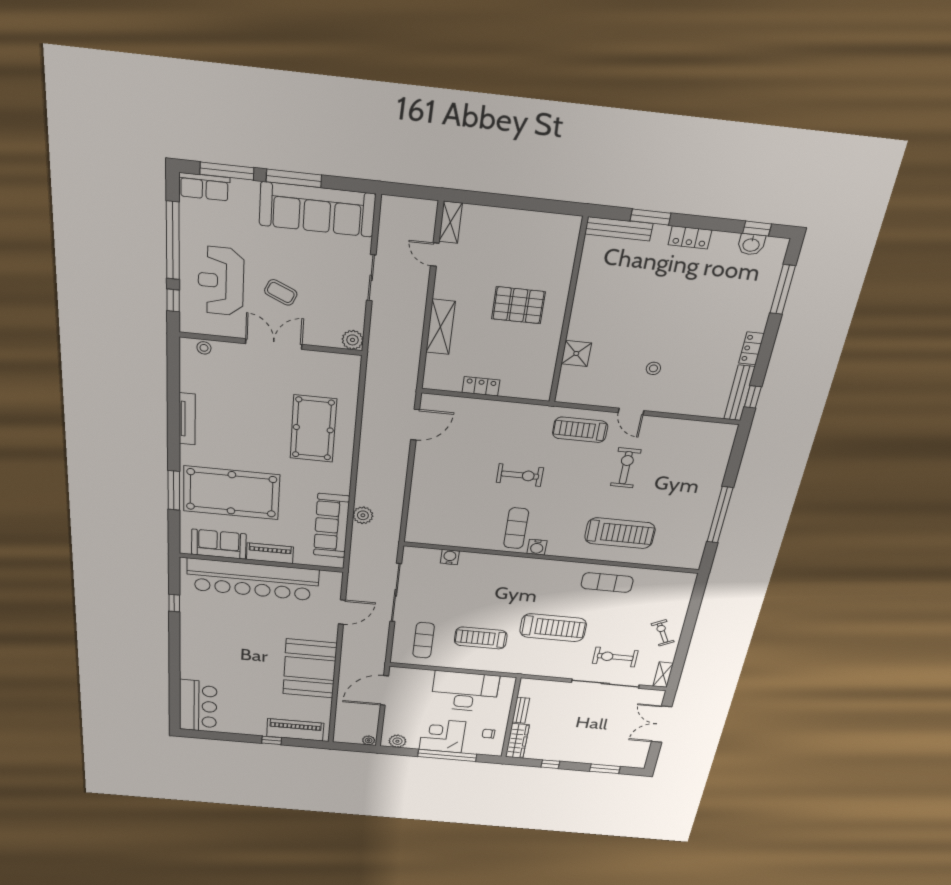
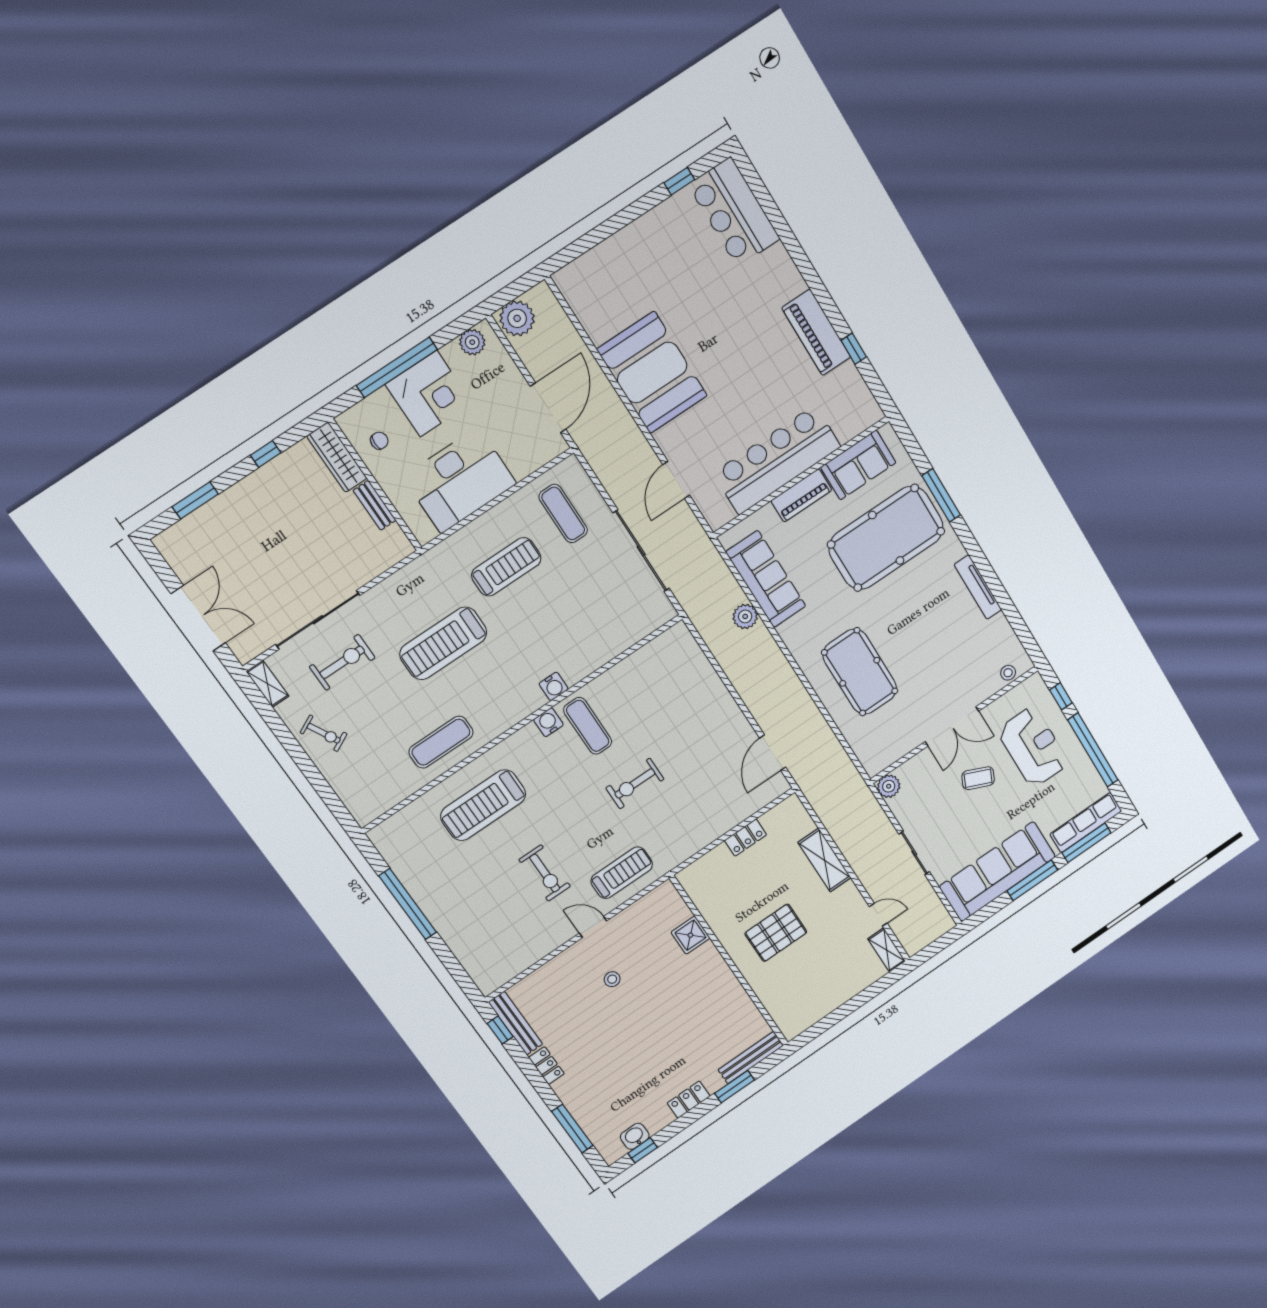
row of seats: (204, 187) -> (1086, 823), width x1.48
water cooler: (450, 557) -> (554, 686), moved
bar counter: (253, 580) -> (777, 460), width x0.73
piano: (295, 730) -> (816, 332), moved, turned 90
window: (272, 740) -> (679, 181), moved
plant: (369, 740) -> (517, 318), width x1.88, depth x1.88

